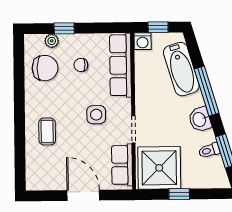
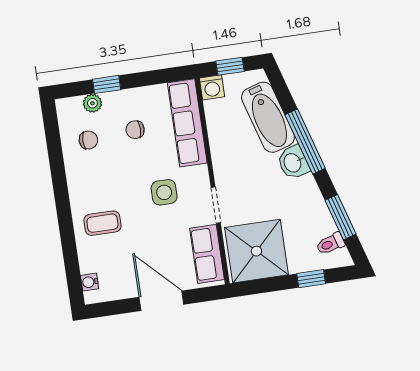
chair: (45, 68) -> (88, 140), width x0.54, depth x0.54
washbasin: (200, 119) -> (293, 163), moved
coffee table: (47, 131) -> (102, 223), turned 90
toilet: (209, 150) -> (330, 244), moved
water cooler: (32, 174) -> (90, 282), added
window: (179, 194) -> (311, 279), moved

